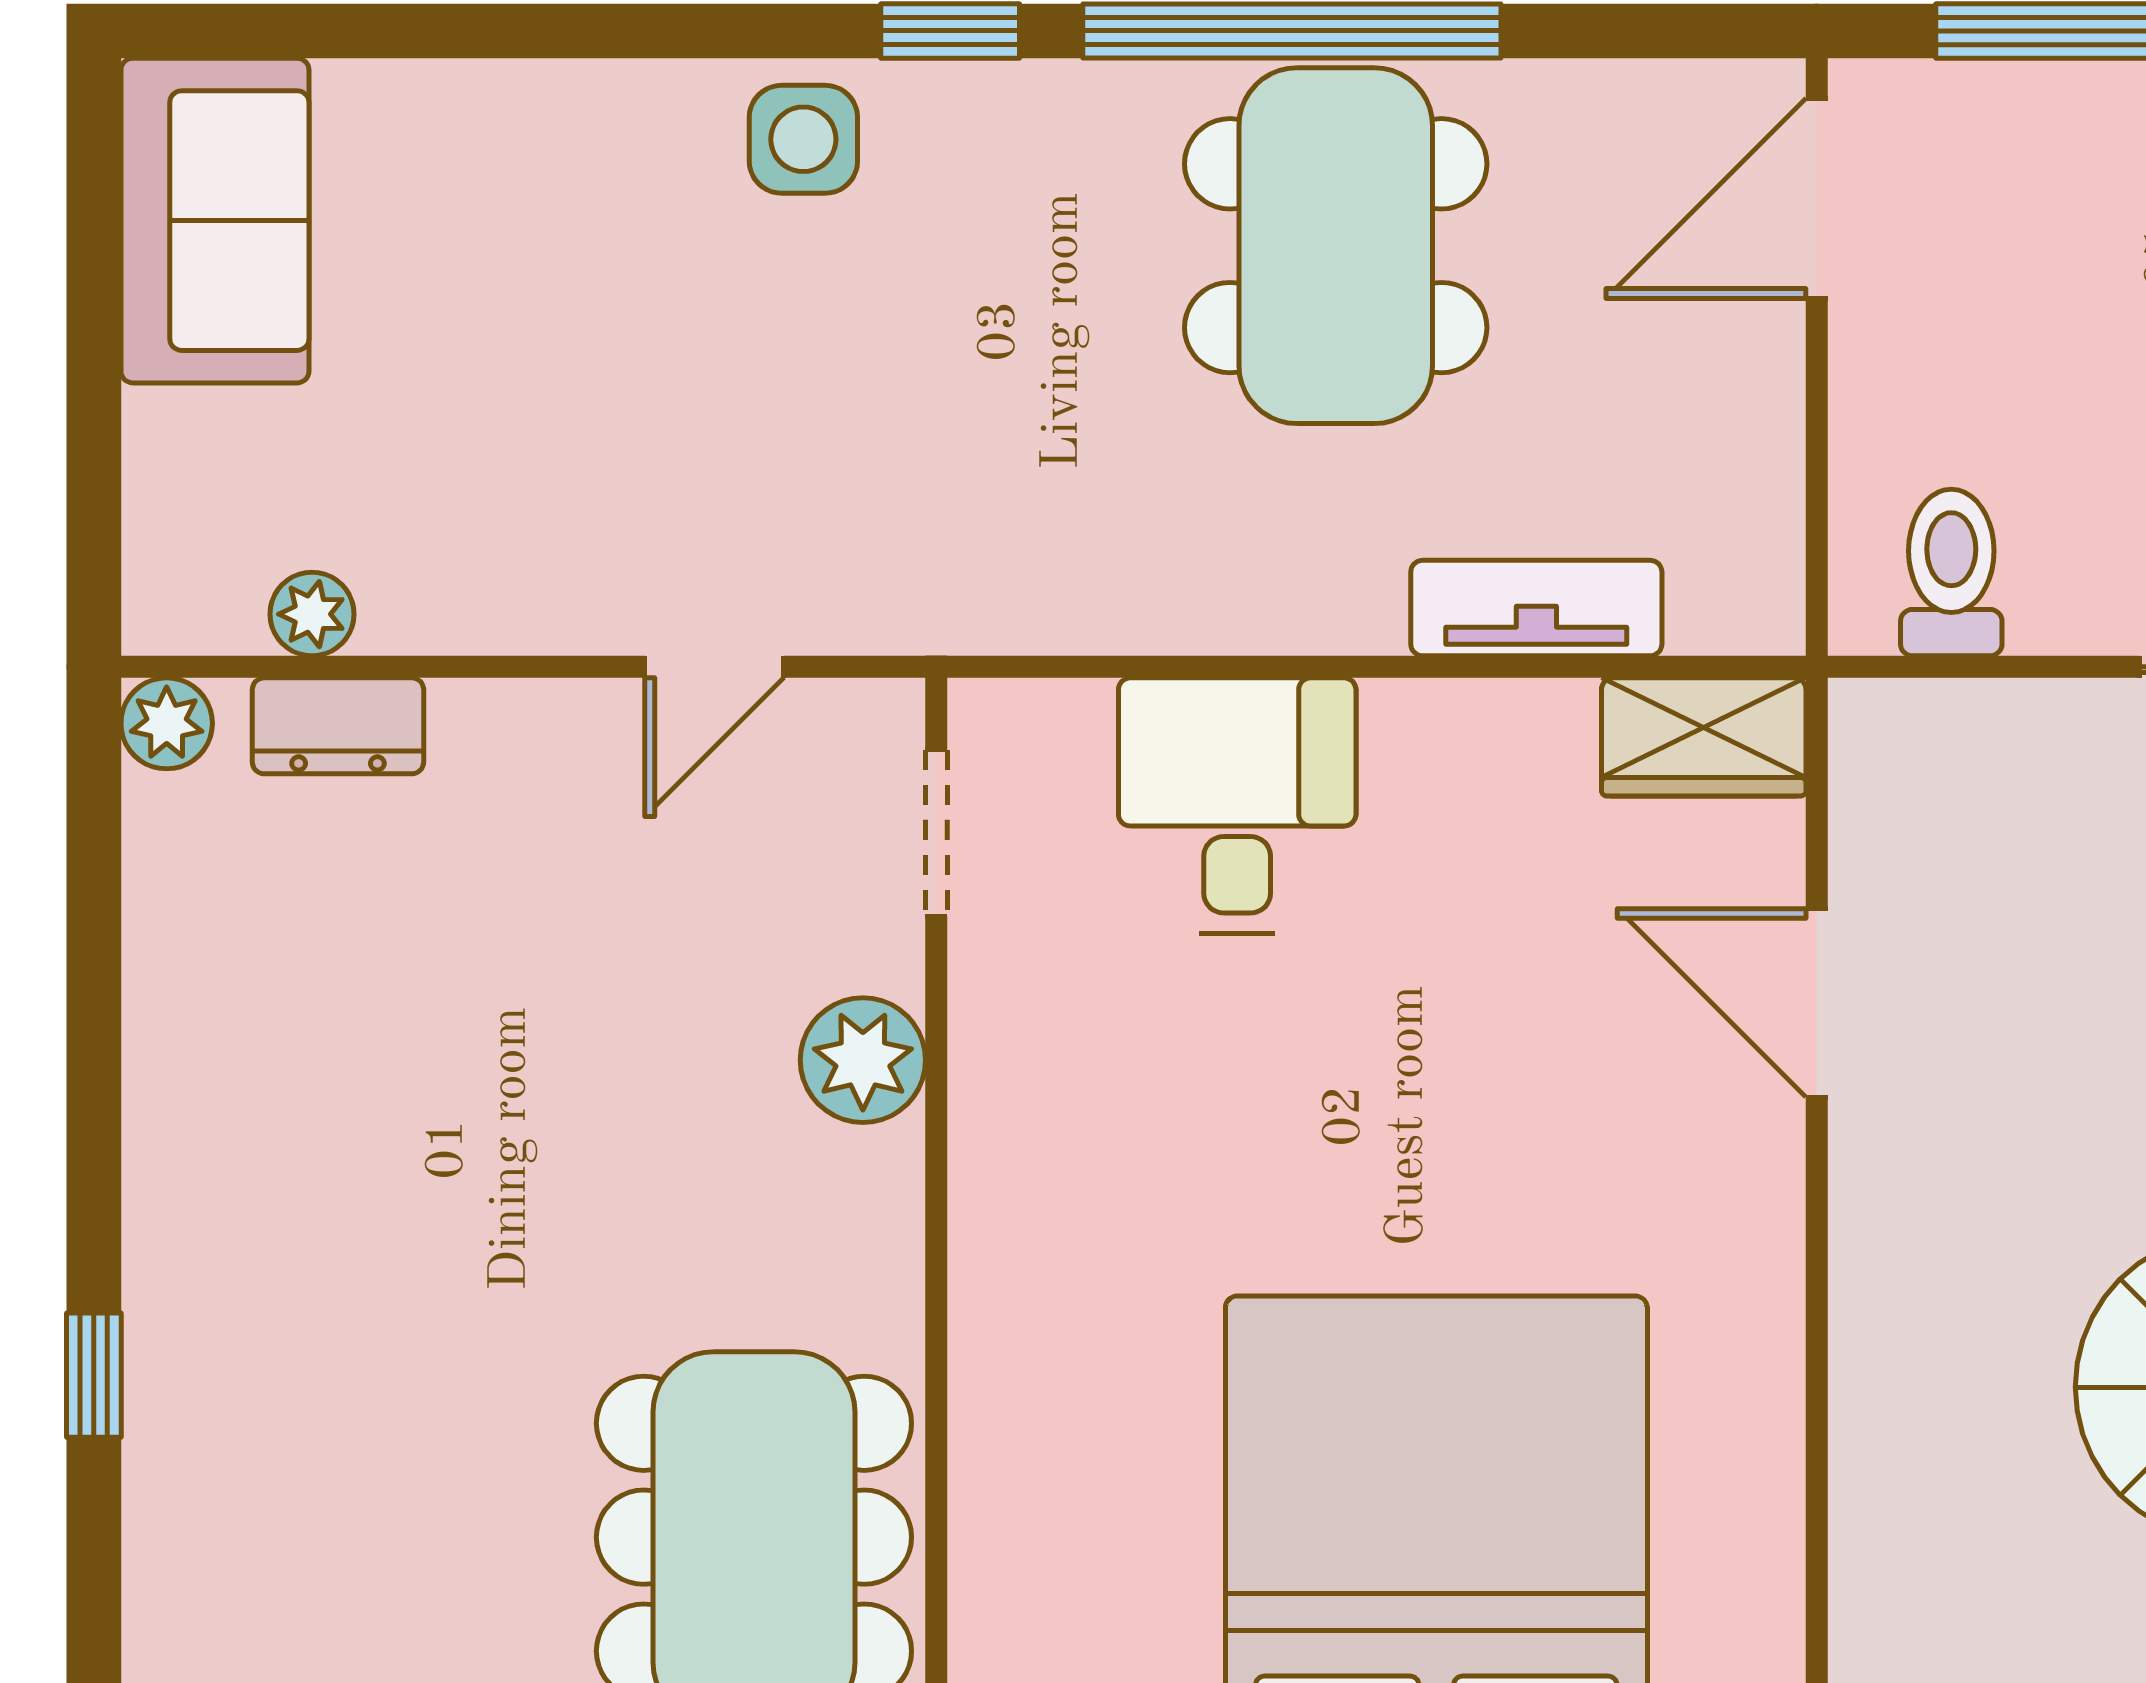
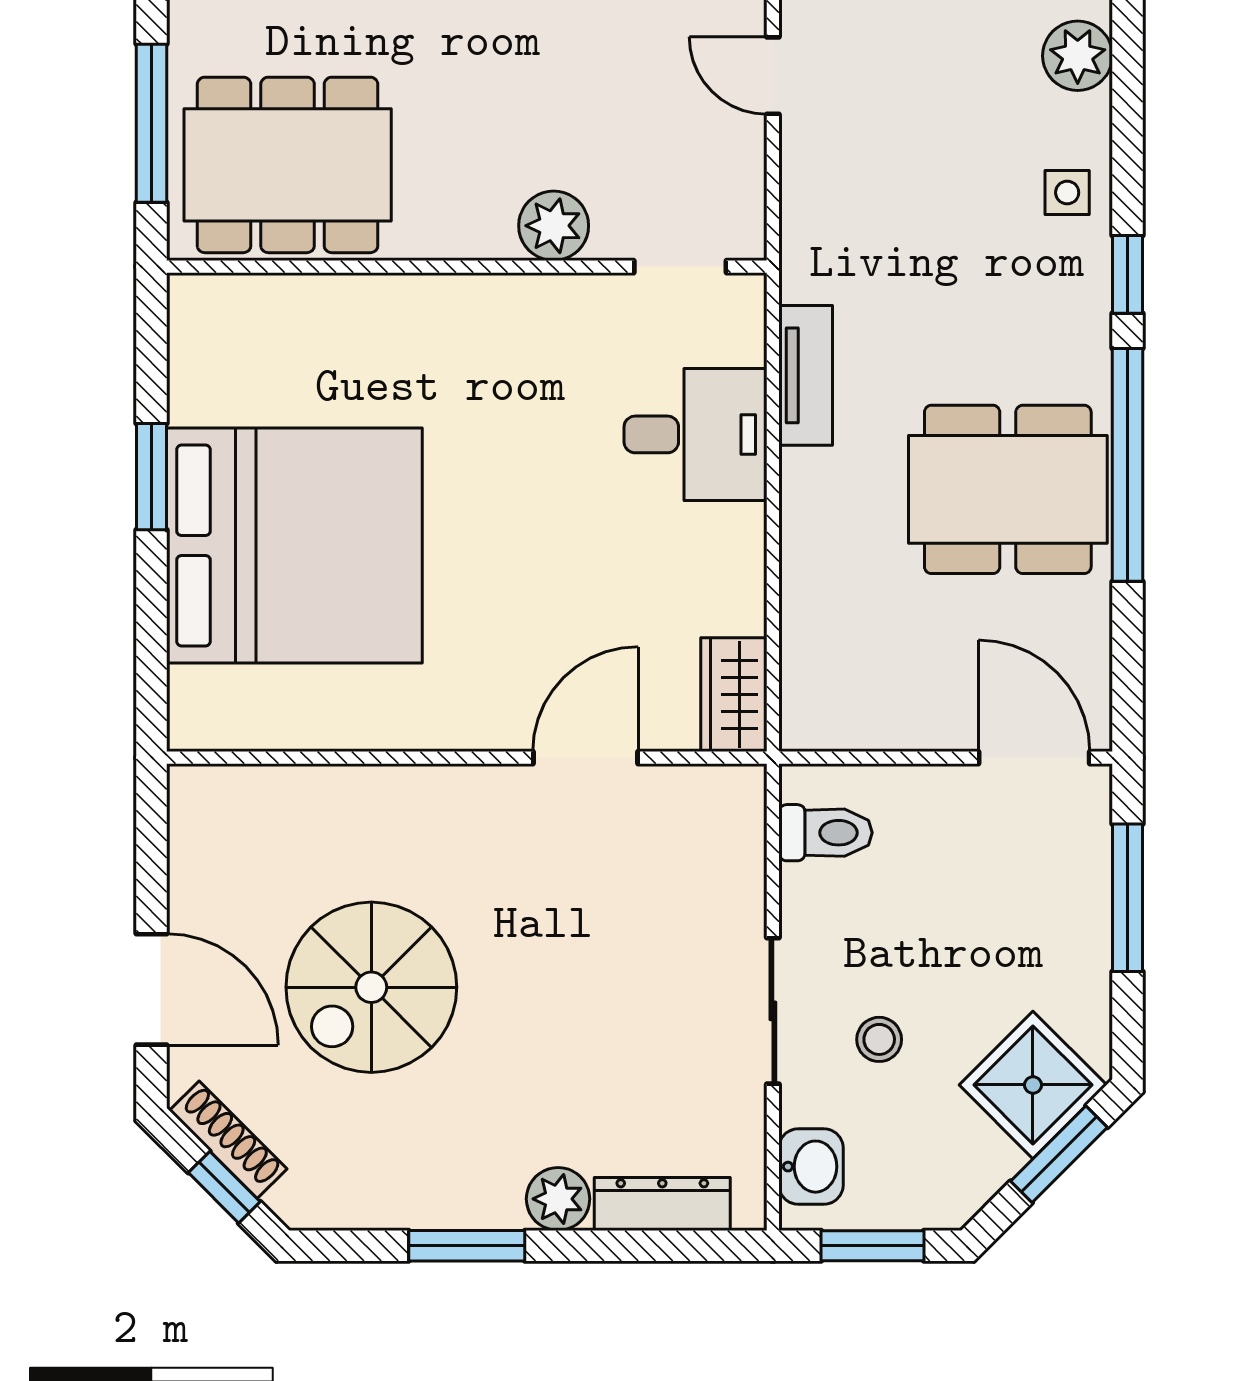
plant: (558, 121) -> (1078, 56), added
side table: (803, 139) -> (1067, 193), width x0.73, depth x0.73
tv unit: (1536, 608) -> (806, 375), moved
door: (714, 667) -> (773, 76), moved

